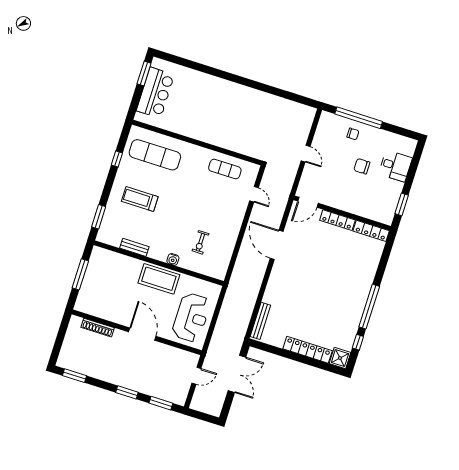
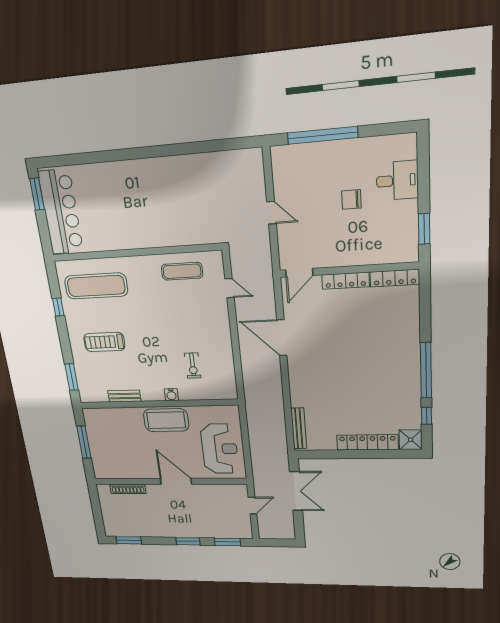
bar counter: (155, 93) -> (61, 212), width x1.36
chair: (353, 134) -> (323, 161), removed

